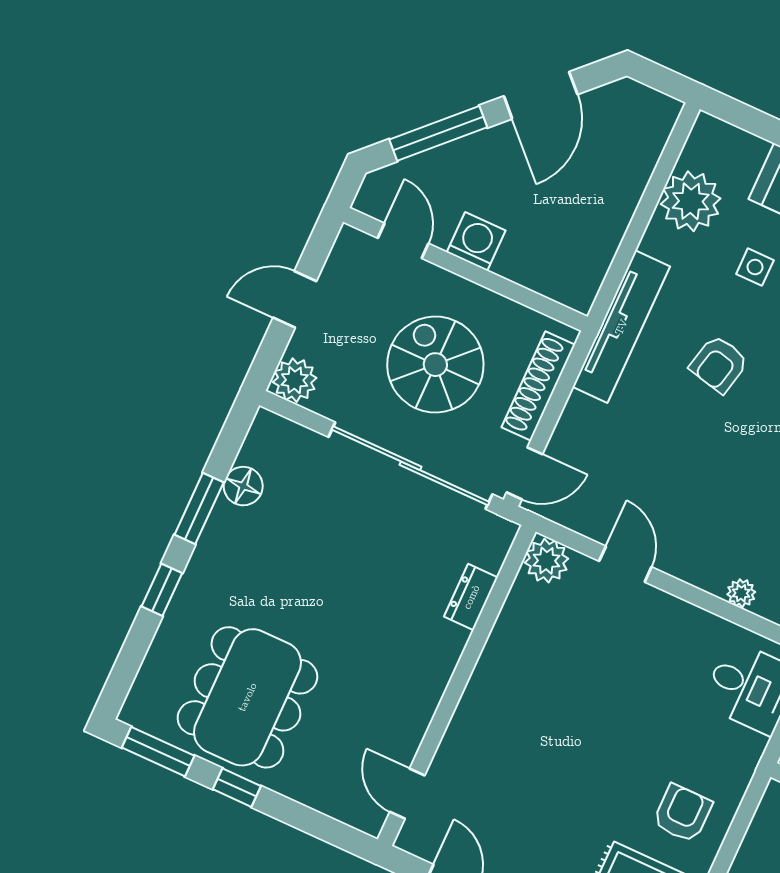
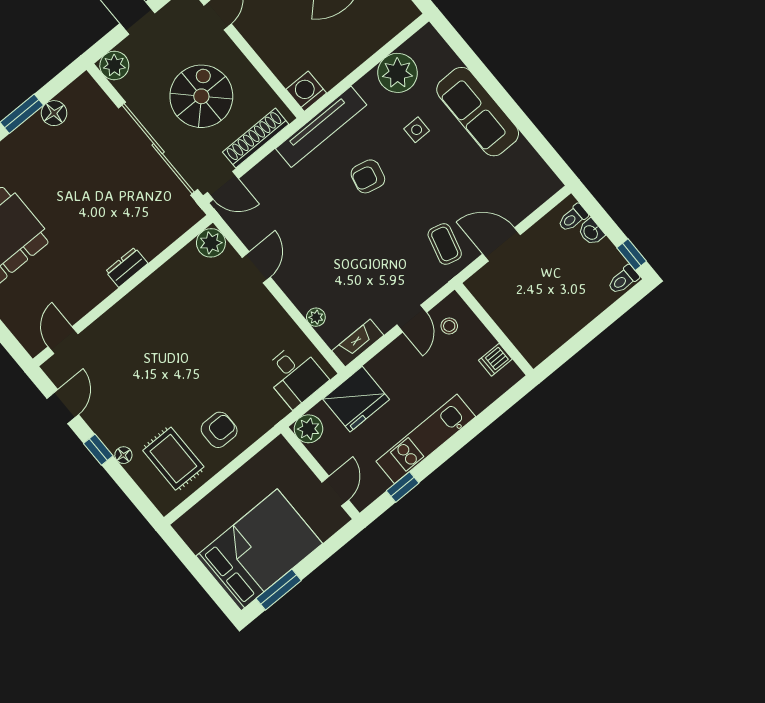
washing machine: (476, 241) -> (306, 91), moved, turned -90
dresser: (471, 597) -> (127, 267), moved

